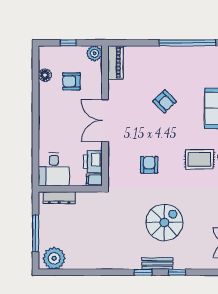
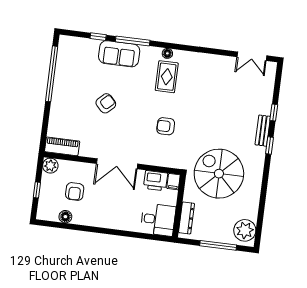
spiral stairs: (164, 222) -> (219, 174), moved, width x1.37, depth x1.37

